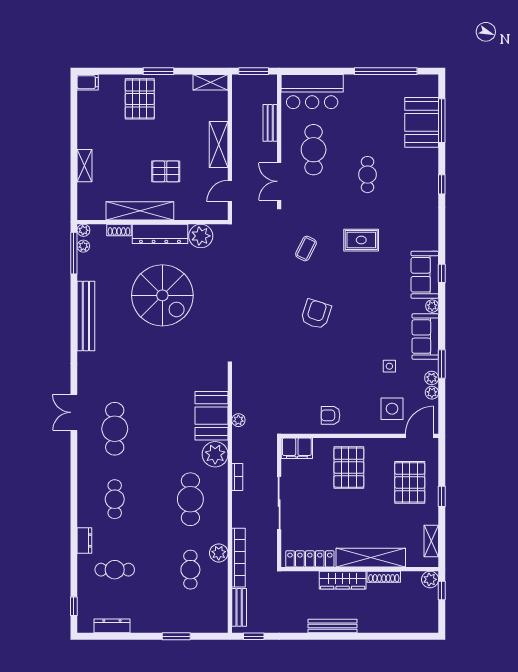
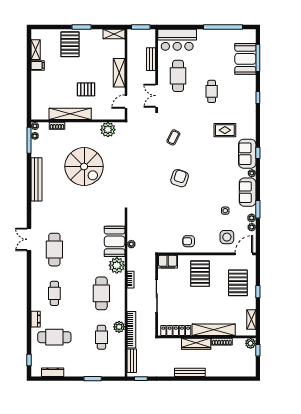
filing cabinet: (88, 82) -> (38, 65), moved
shelving: (85, 166) -> (36, 50), moved
dresser: (160, 234) -> (82, 128), removed
rug: (361, 240) -> (225, 130), moved
cafe table: (115, 570) -> (54, 337), width x1.37, depth x1.35

